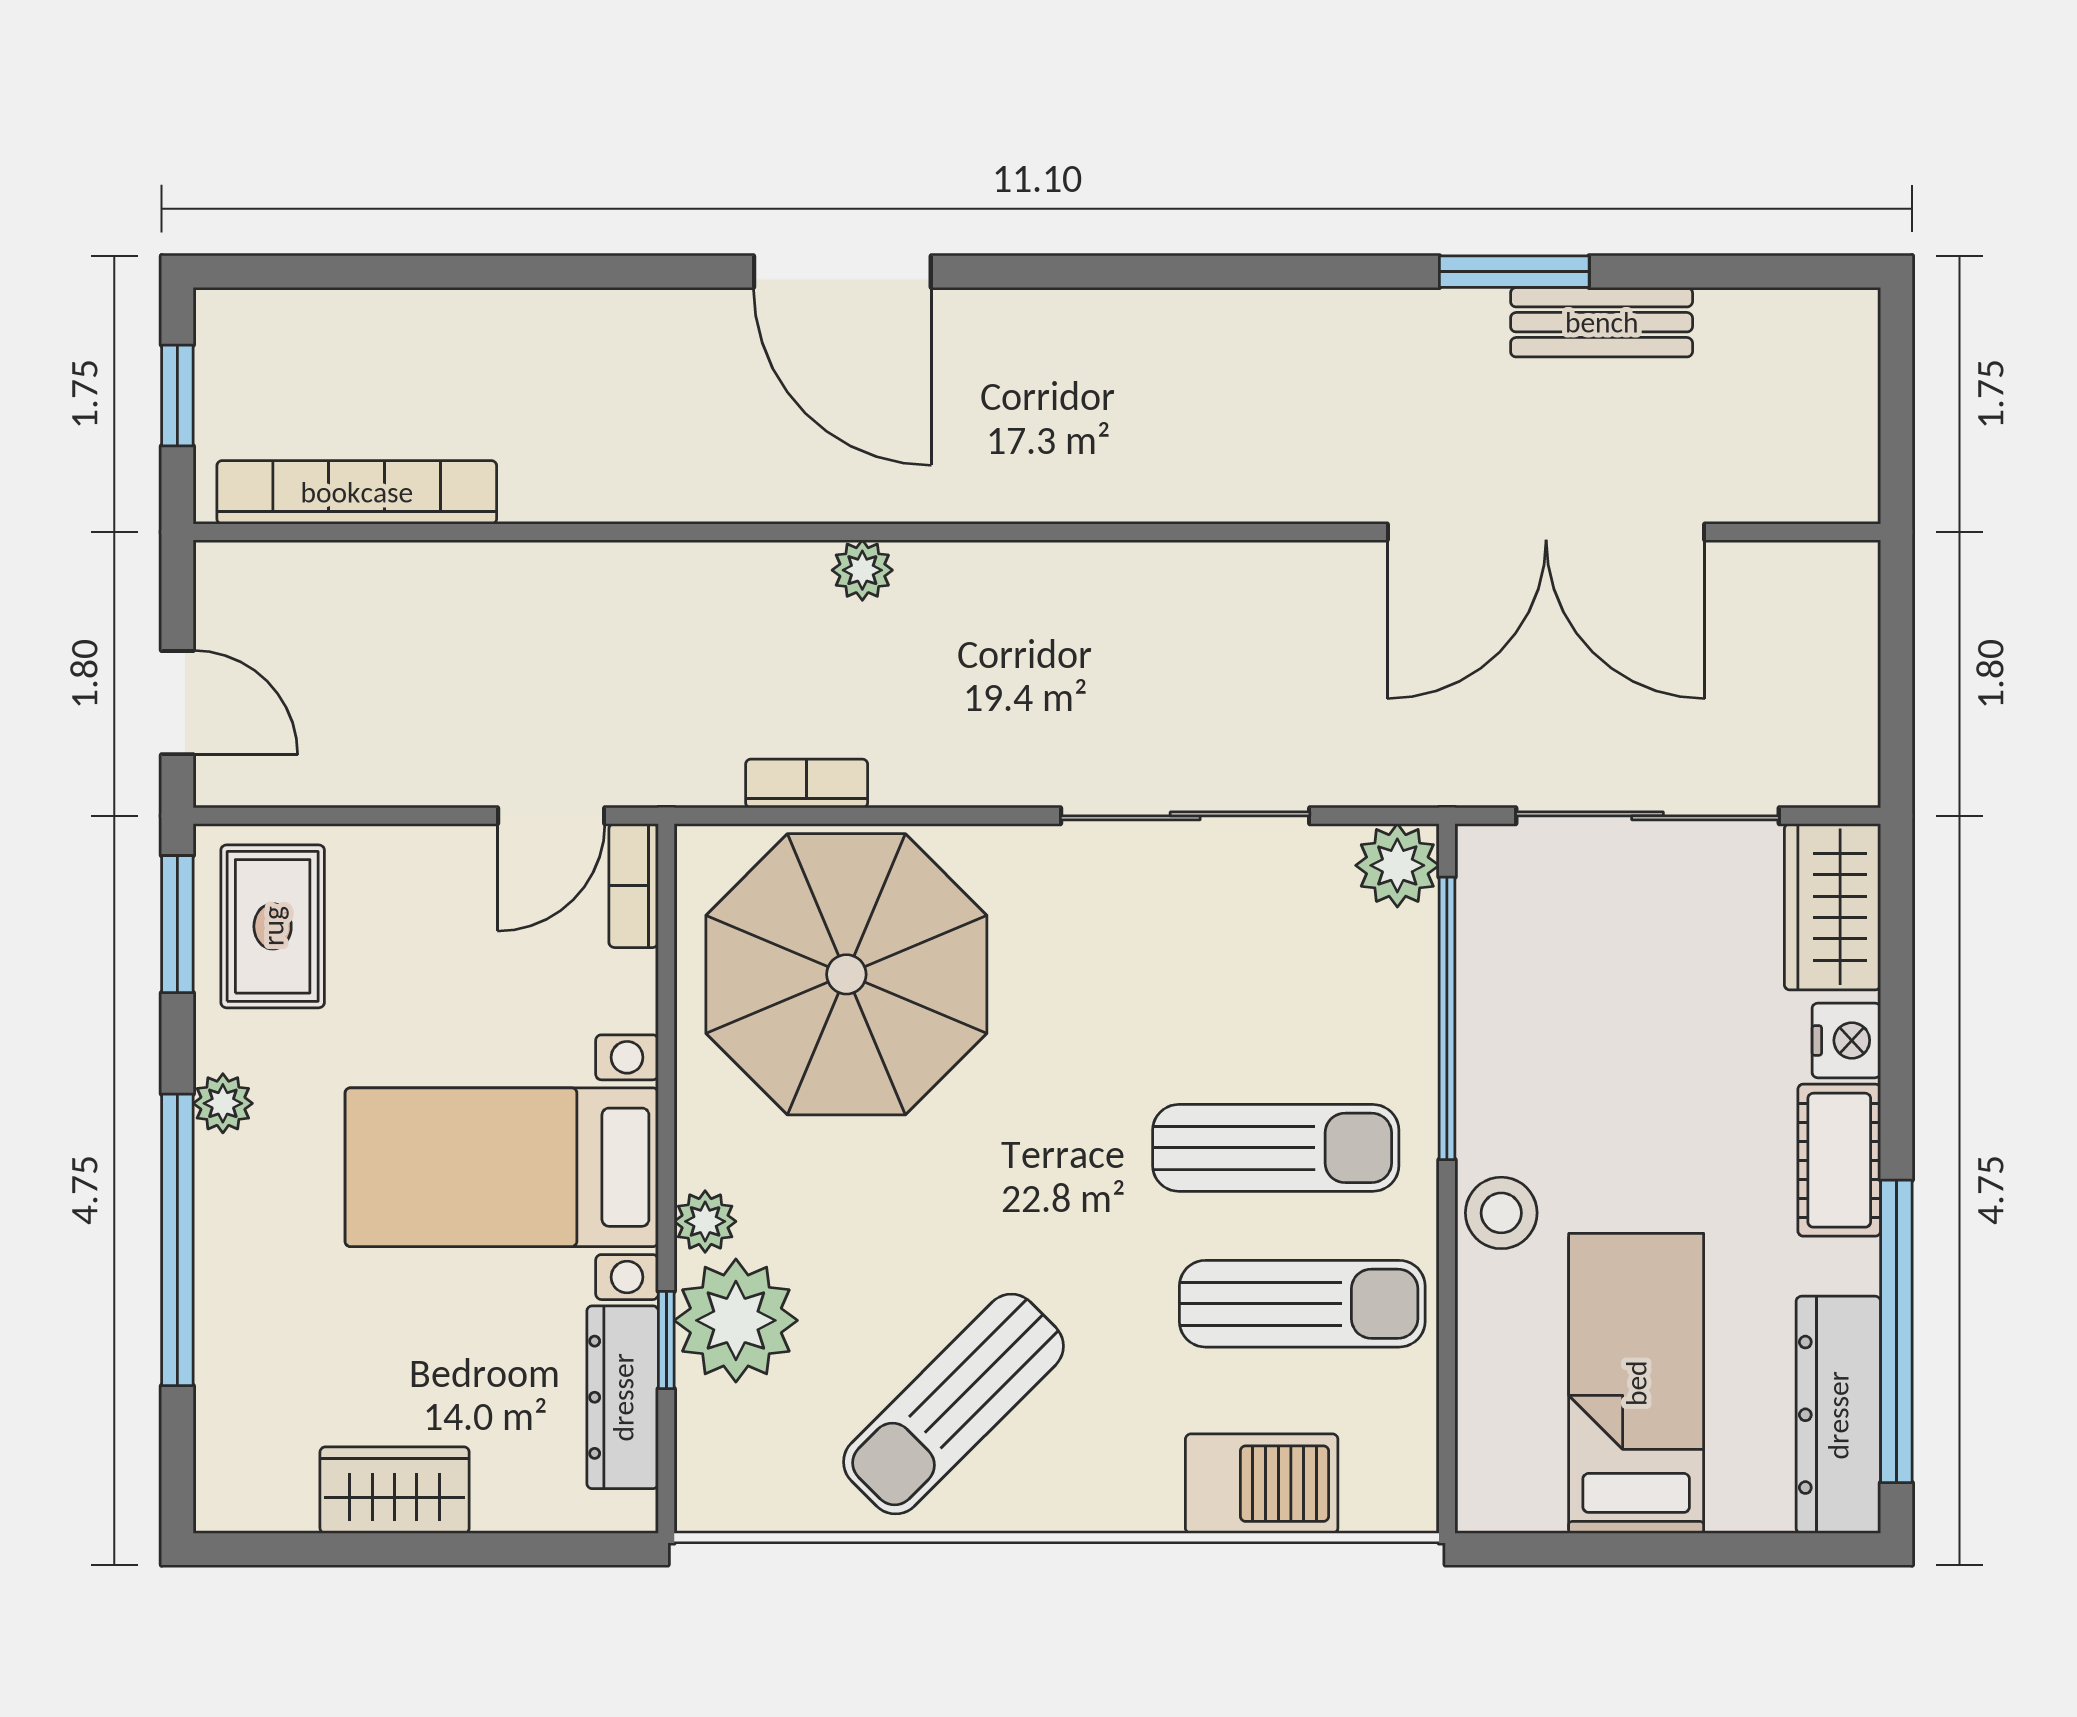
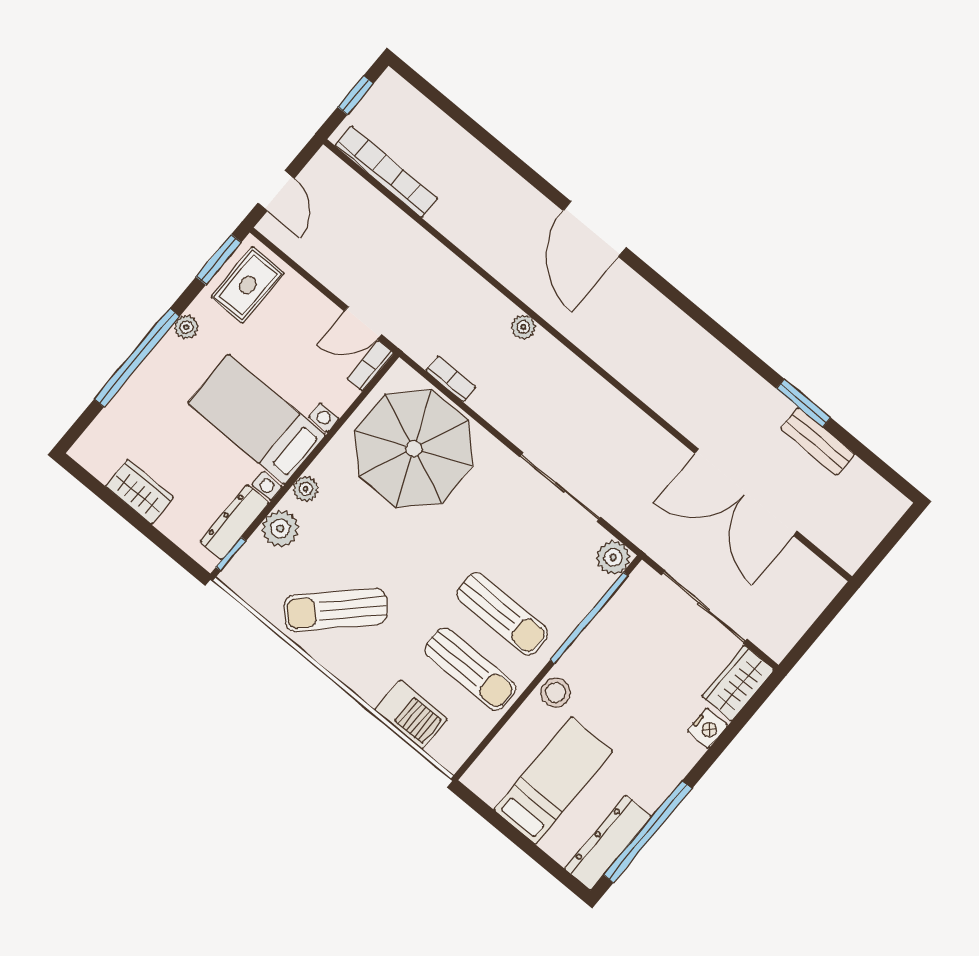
cot: (1839, 1160) -> (674, 764), removed
plant: (736, 1320) -> (280, 528), width x0.73, depth x0.73
window: (666, 1340) -> (231, 554), moved

